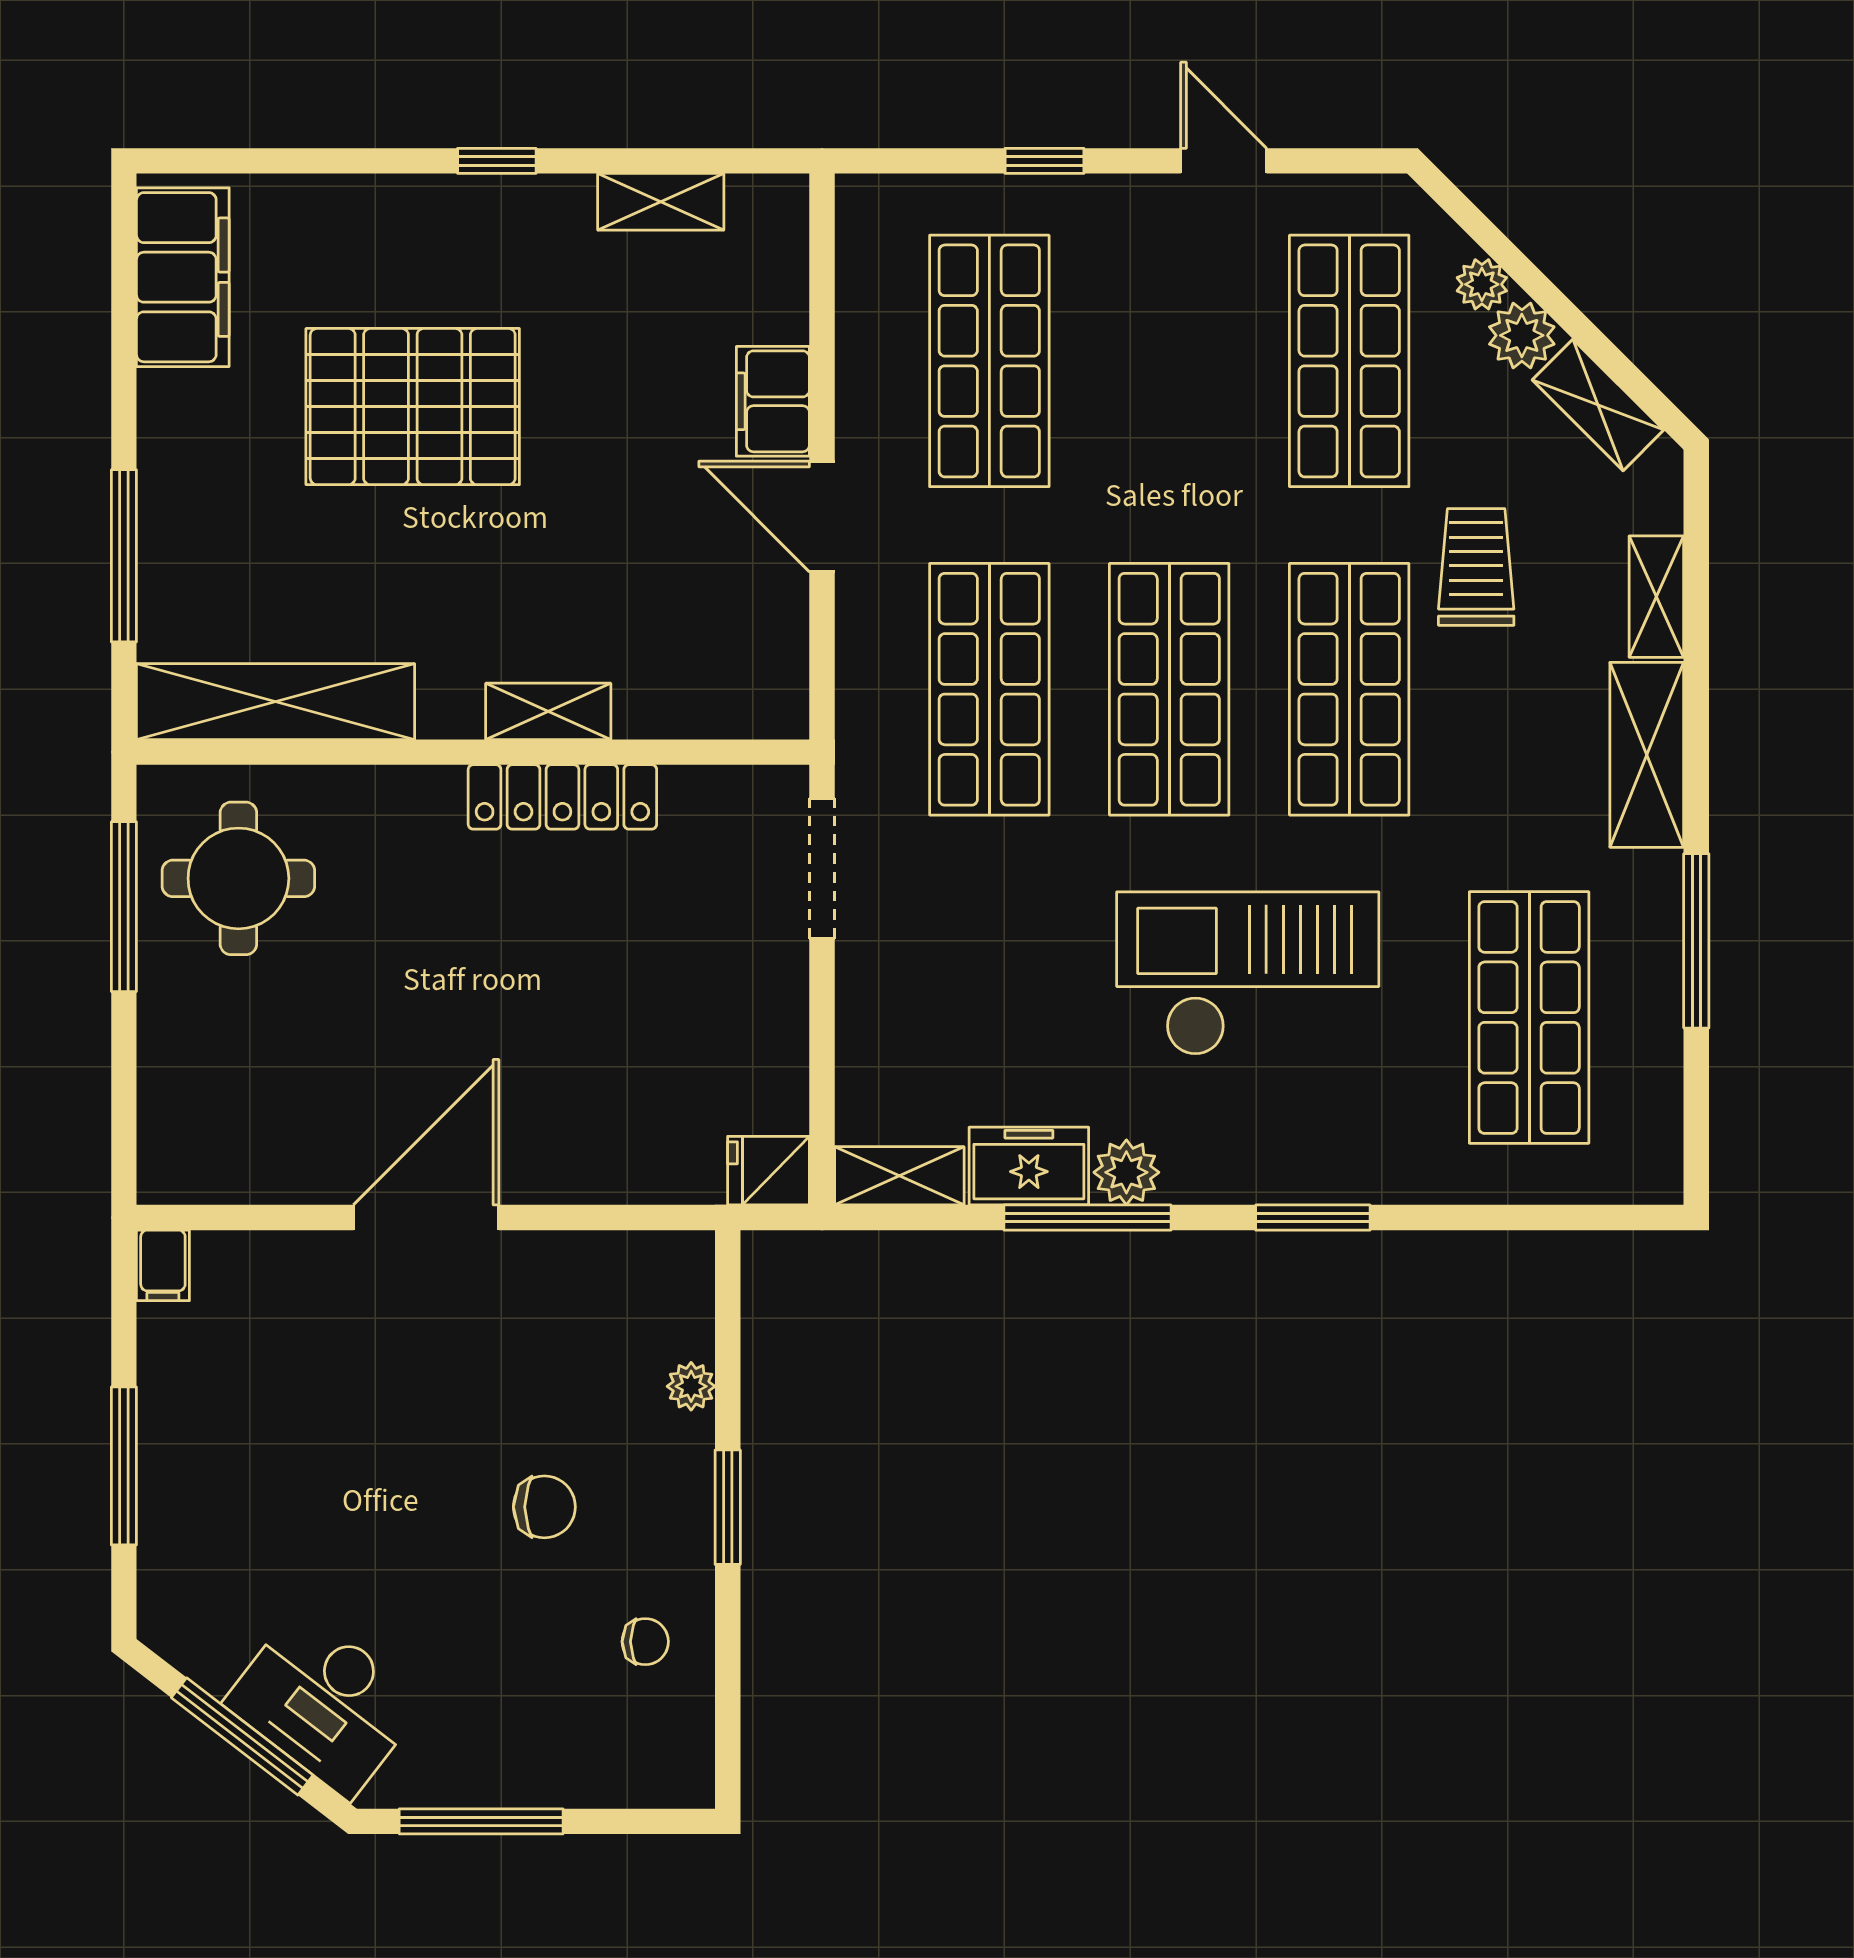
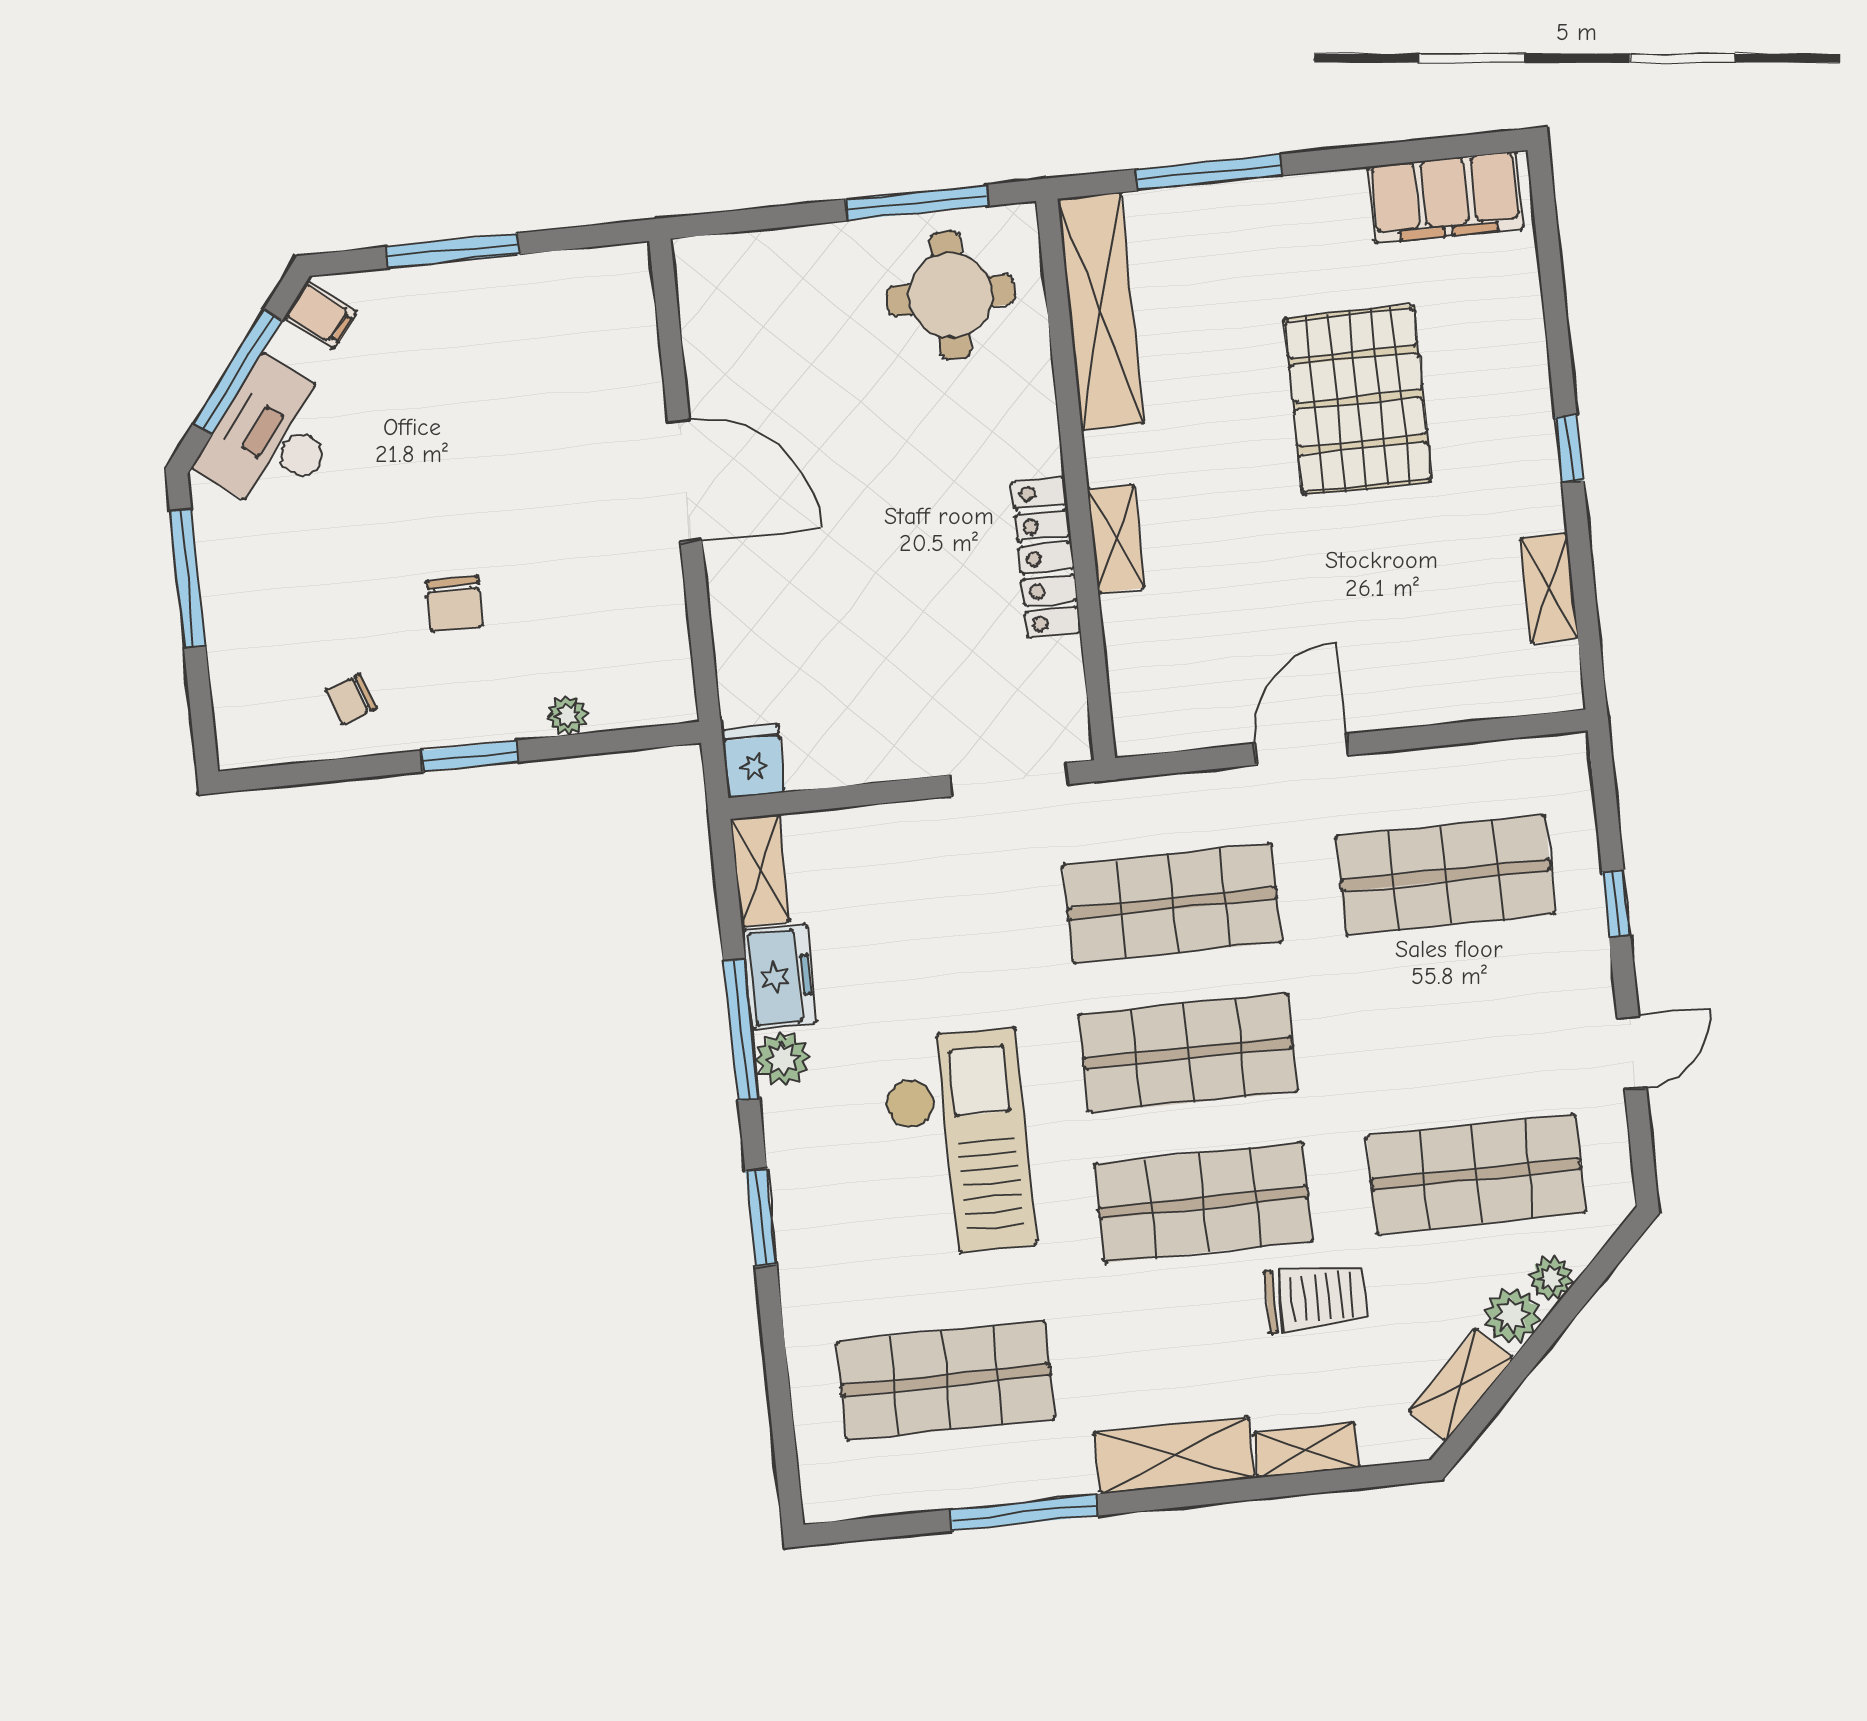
filing cabinet: (773, 401) -> (1393, 699), removed
filing cabinet: (163, 1265) -> (320, 315), moved, turned -142
chair: (645, 1642) -> (351, 699), turned 70

